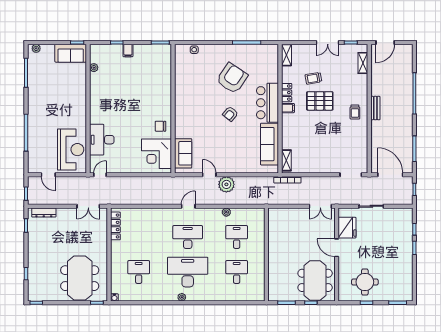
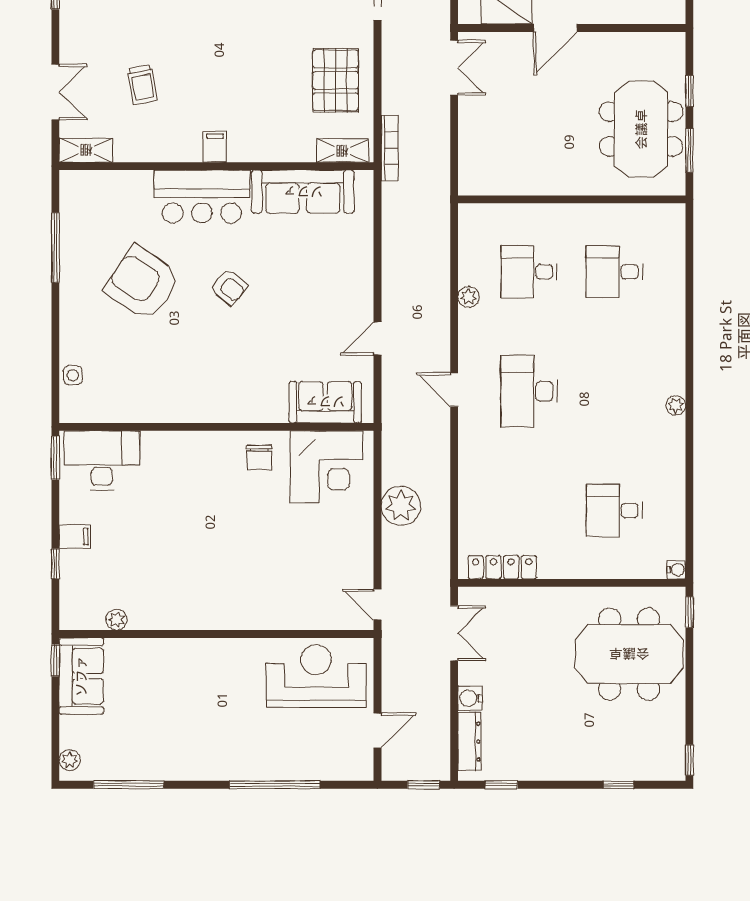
double door: (328, 43) -> (55, 92), moved
locker: (287, 93) -> (177, 150), removed
pallet: (320, 101) -> (335, 80), moved
desk: (102, 140) -> (102, 460), moved, turned 180
plant: (226, 184) -> (401, 506), moved
water cooler: (62, 213) -> (470, 698), added
desk: (188, 272) -> (614, 391), removed
meeting table: (315, 280) -> (641, 129), moved, turned 90

